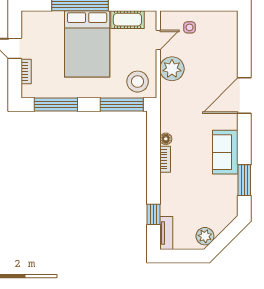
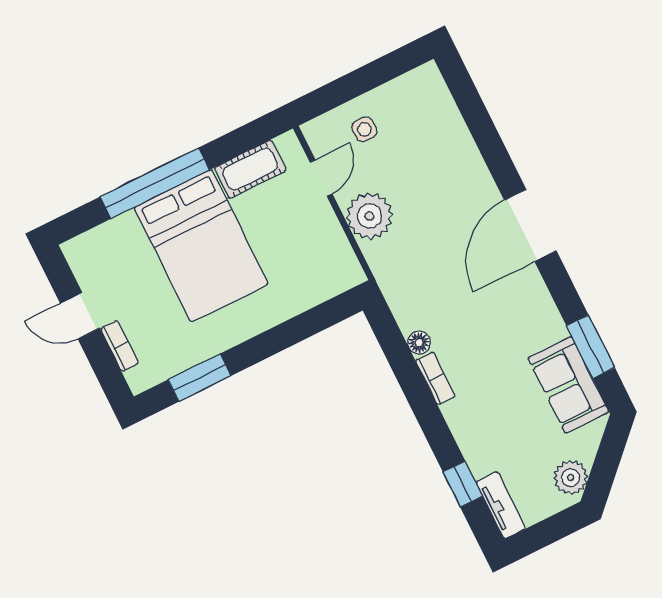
stool: (138, 82) -> (321, 268), removed
door: (244, 95) -> (530, 225), moved
window: (56, 105) -> (200, 378), width x0.69
window: (122, 105) -> (313, 321), removed
sofa: (225, 152) -> (568, 385), moved

